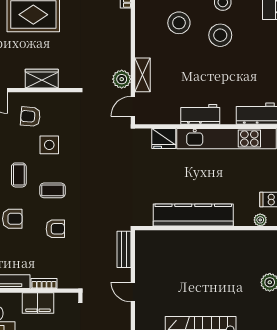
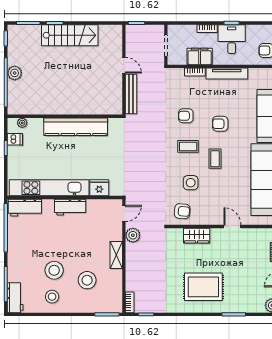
shelving: (143, 75) -> (116, 255), moved
armchair: (30, 117) -> (182, 211), moved
bench: (124, 249) -> (131, 94), width x1.36

